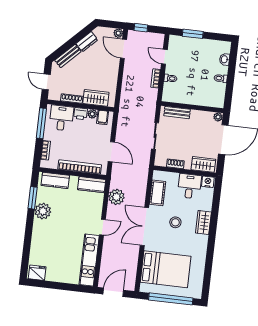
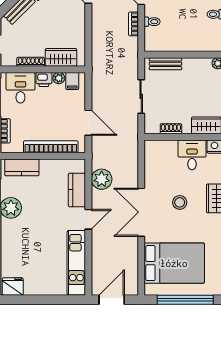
kitchen counter: (92, 185) -> (77, 190), moved, turned 90
cot: (157, 193) -> (153, 168), removed

